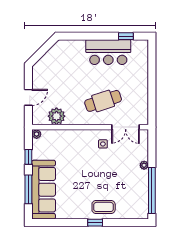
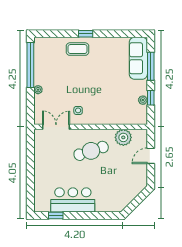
cafe table: (103, 101) -> (91, 151), moved
plant: (37, 134) -> (143, 100), moved
sofa: (44, 190) -> (138, 58), width x0.74, depth x0.79

